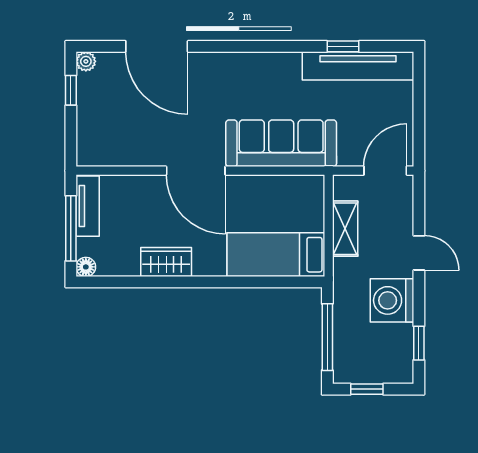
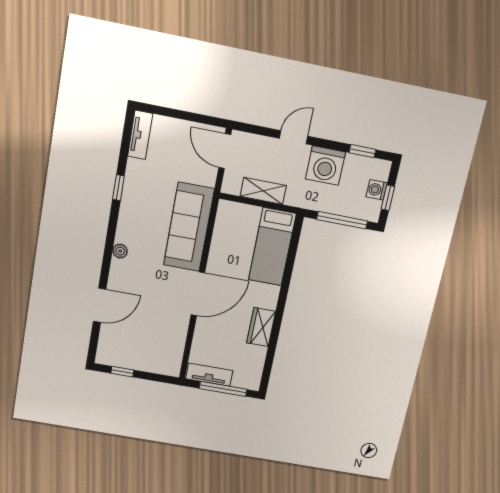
door: (157, 46) -> (100, 305), width x0.73
window: (343, 46) -> (118, 188), moved
plant: (86, 61) -> (120, 251), moved
tv unit: (358, 66) -> (140, 135), width x0.52, depth x0.78
floor lamp: (86, 267) -> (253, 384), removed
washing machine: (374, 372) -> (377, 190), added

